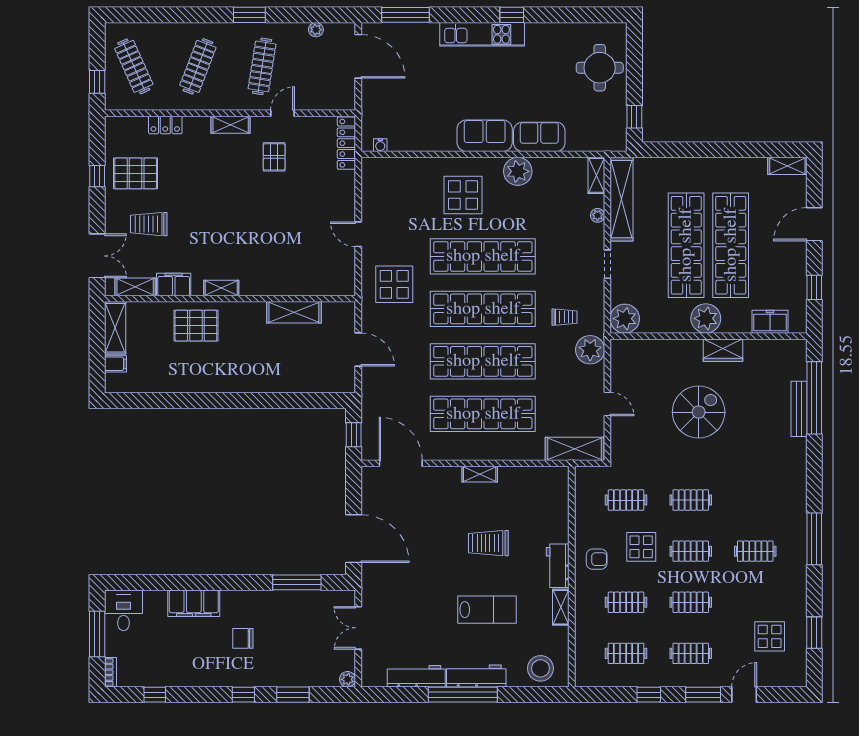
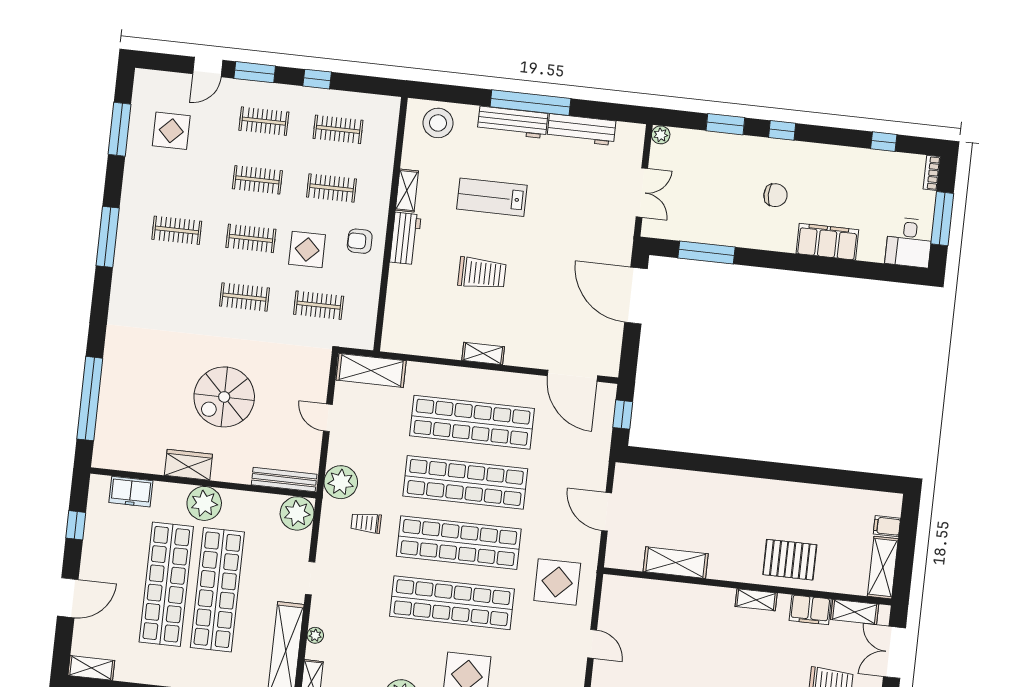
bench: (799, 409) -> (284, 479), moved, turned 90
window: (814, 633) -> (119, 129), width x1.44

